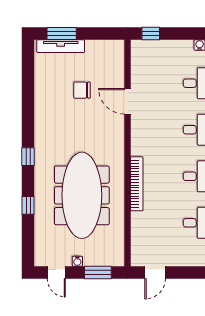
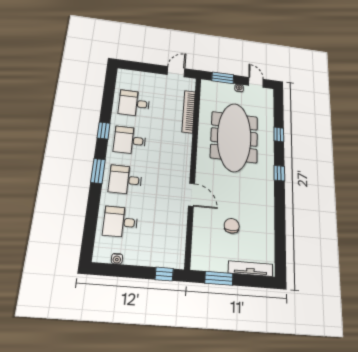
window: (62, 34) -> (219, 278), moved
chair: (82, 90) -> (232, 226), turned -90
door: (128, 101) -> (192, 195), moved
bookcase: (137, 184) -> (189, 112), moved

